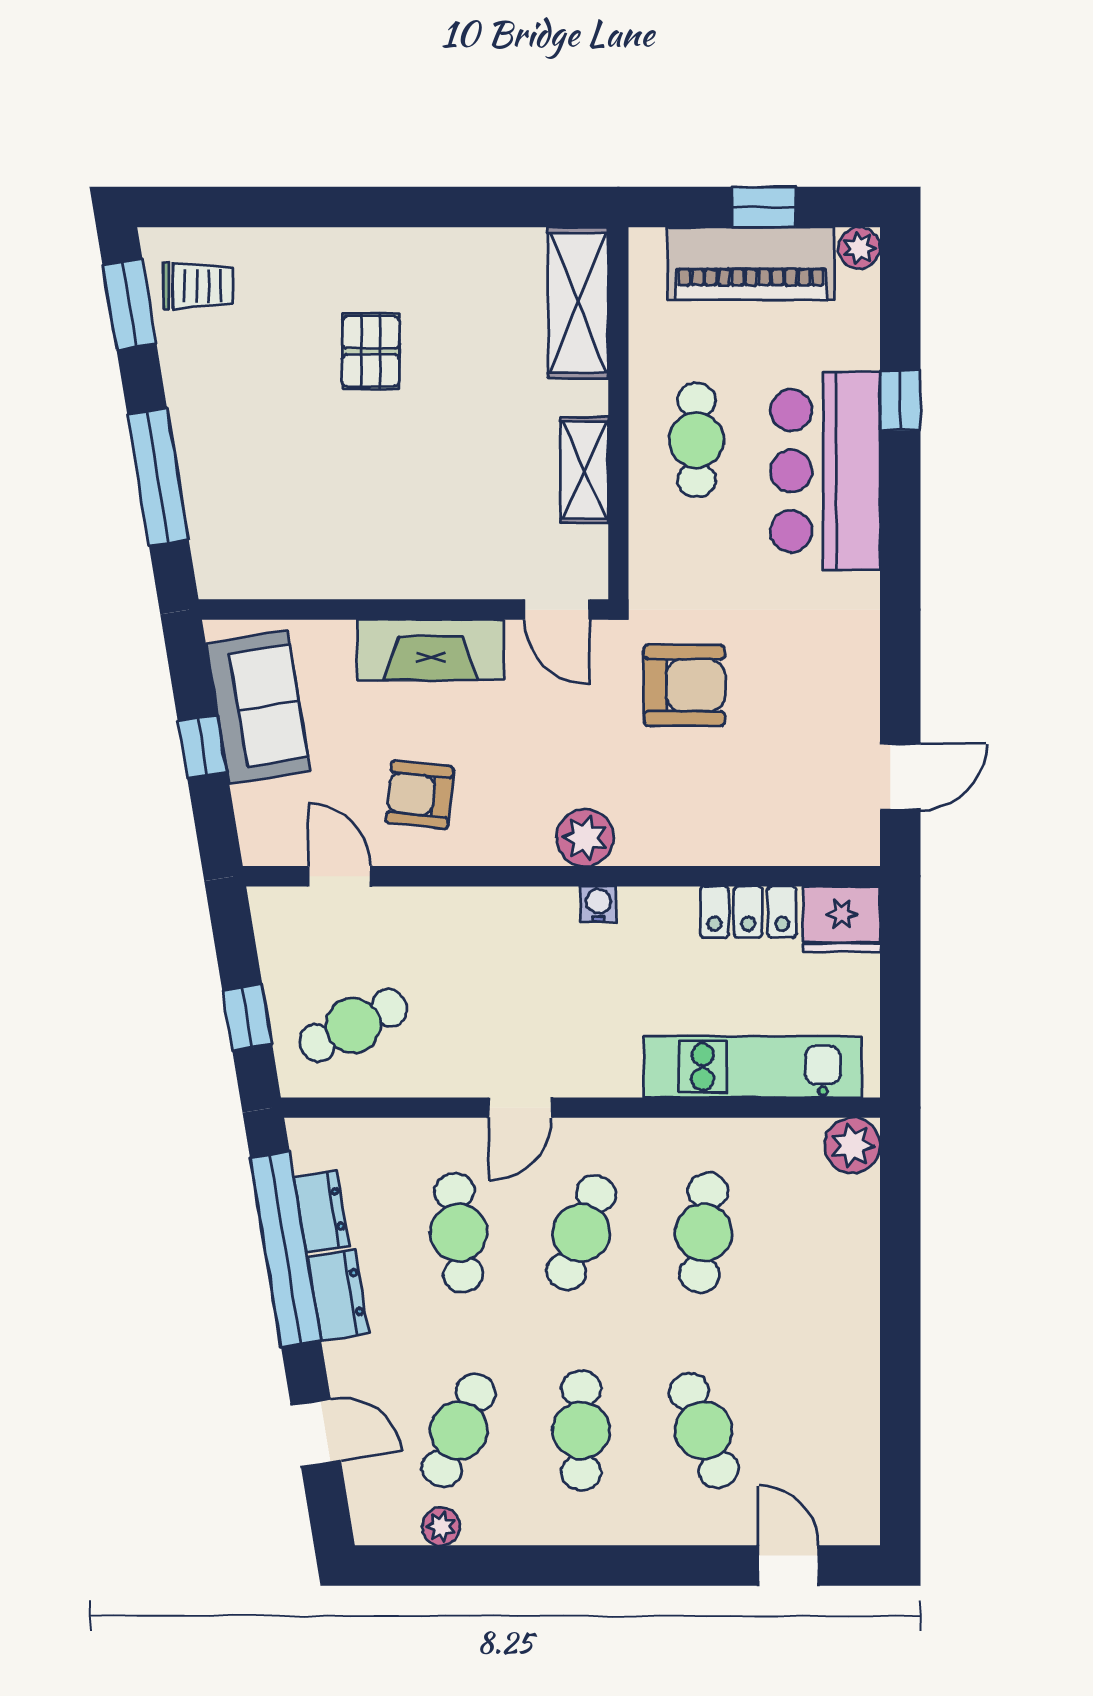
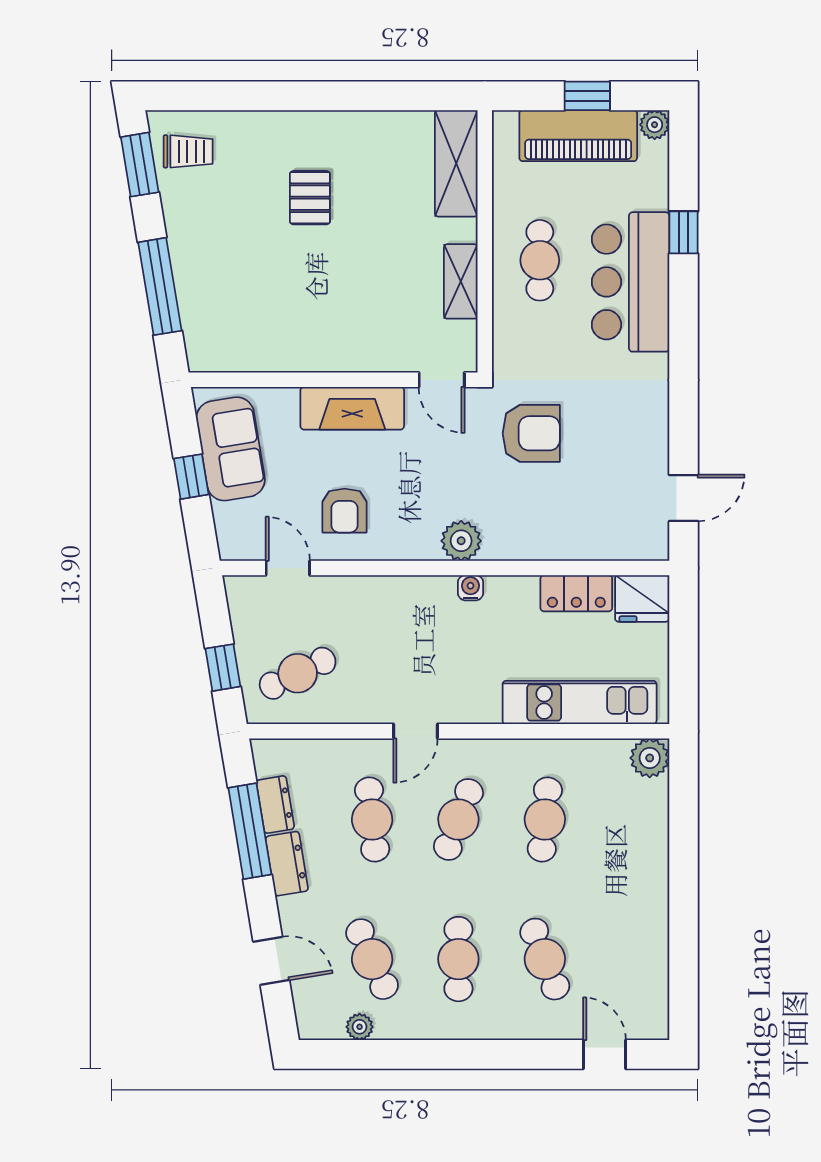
armchair: (420, 795) -> (345, 511), turned -96
window: (285, 1249) -> (250, 831), width x0.68
cafe table: (459, 1430) -> (372, 959), turned -48

